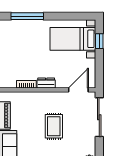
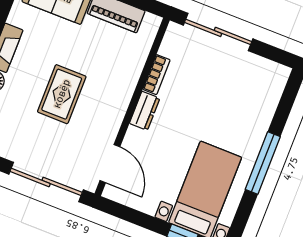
window: (27, 16) -> (263, 163), moved
rug: (54, 126) -> (62, 94), turned 90

